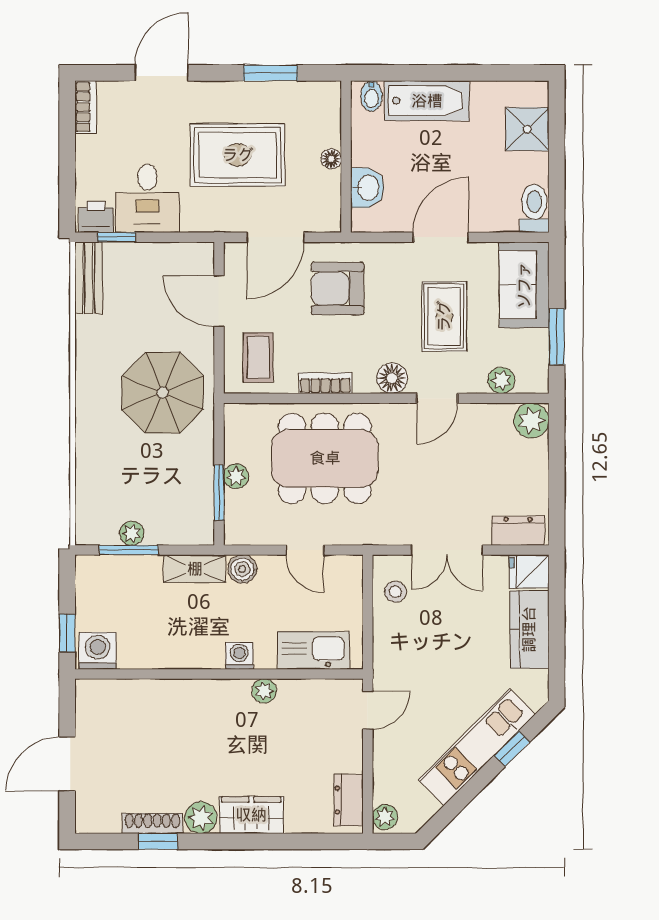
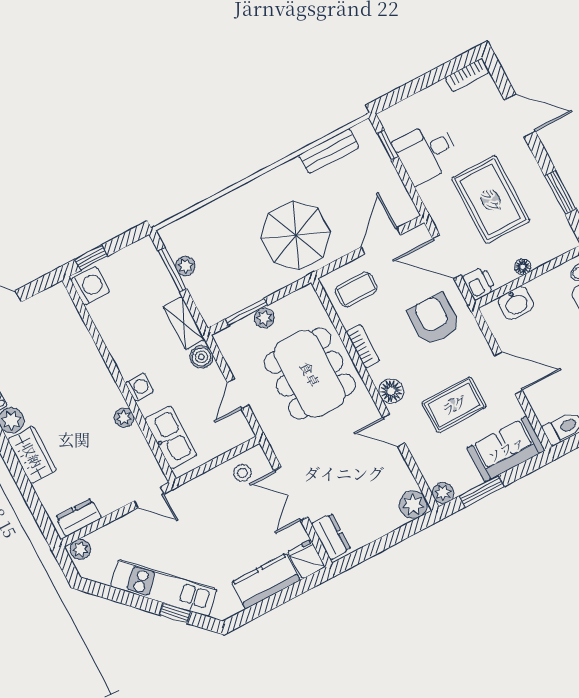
printer: (96, 217) -> (479, 283), moved
bench: (89, 278) -> (329, 151), moved
plant: (501, 380) -> (443, 493), moved

